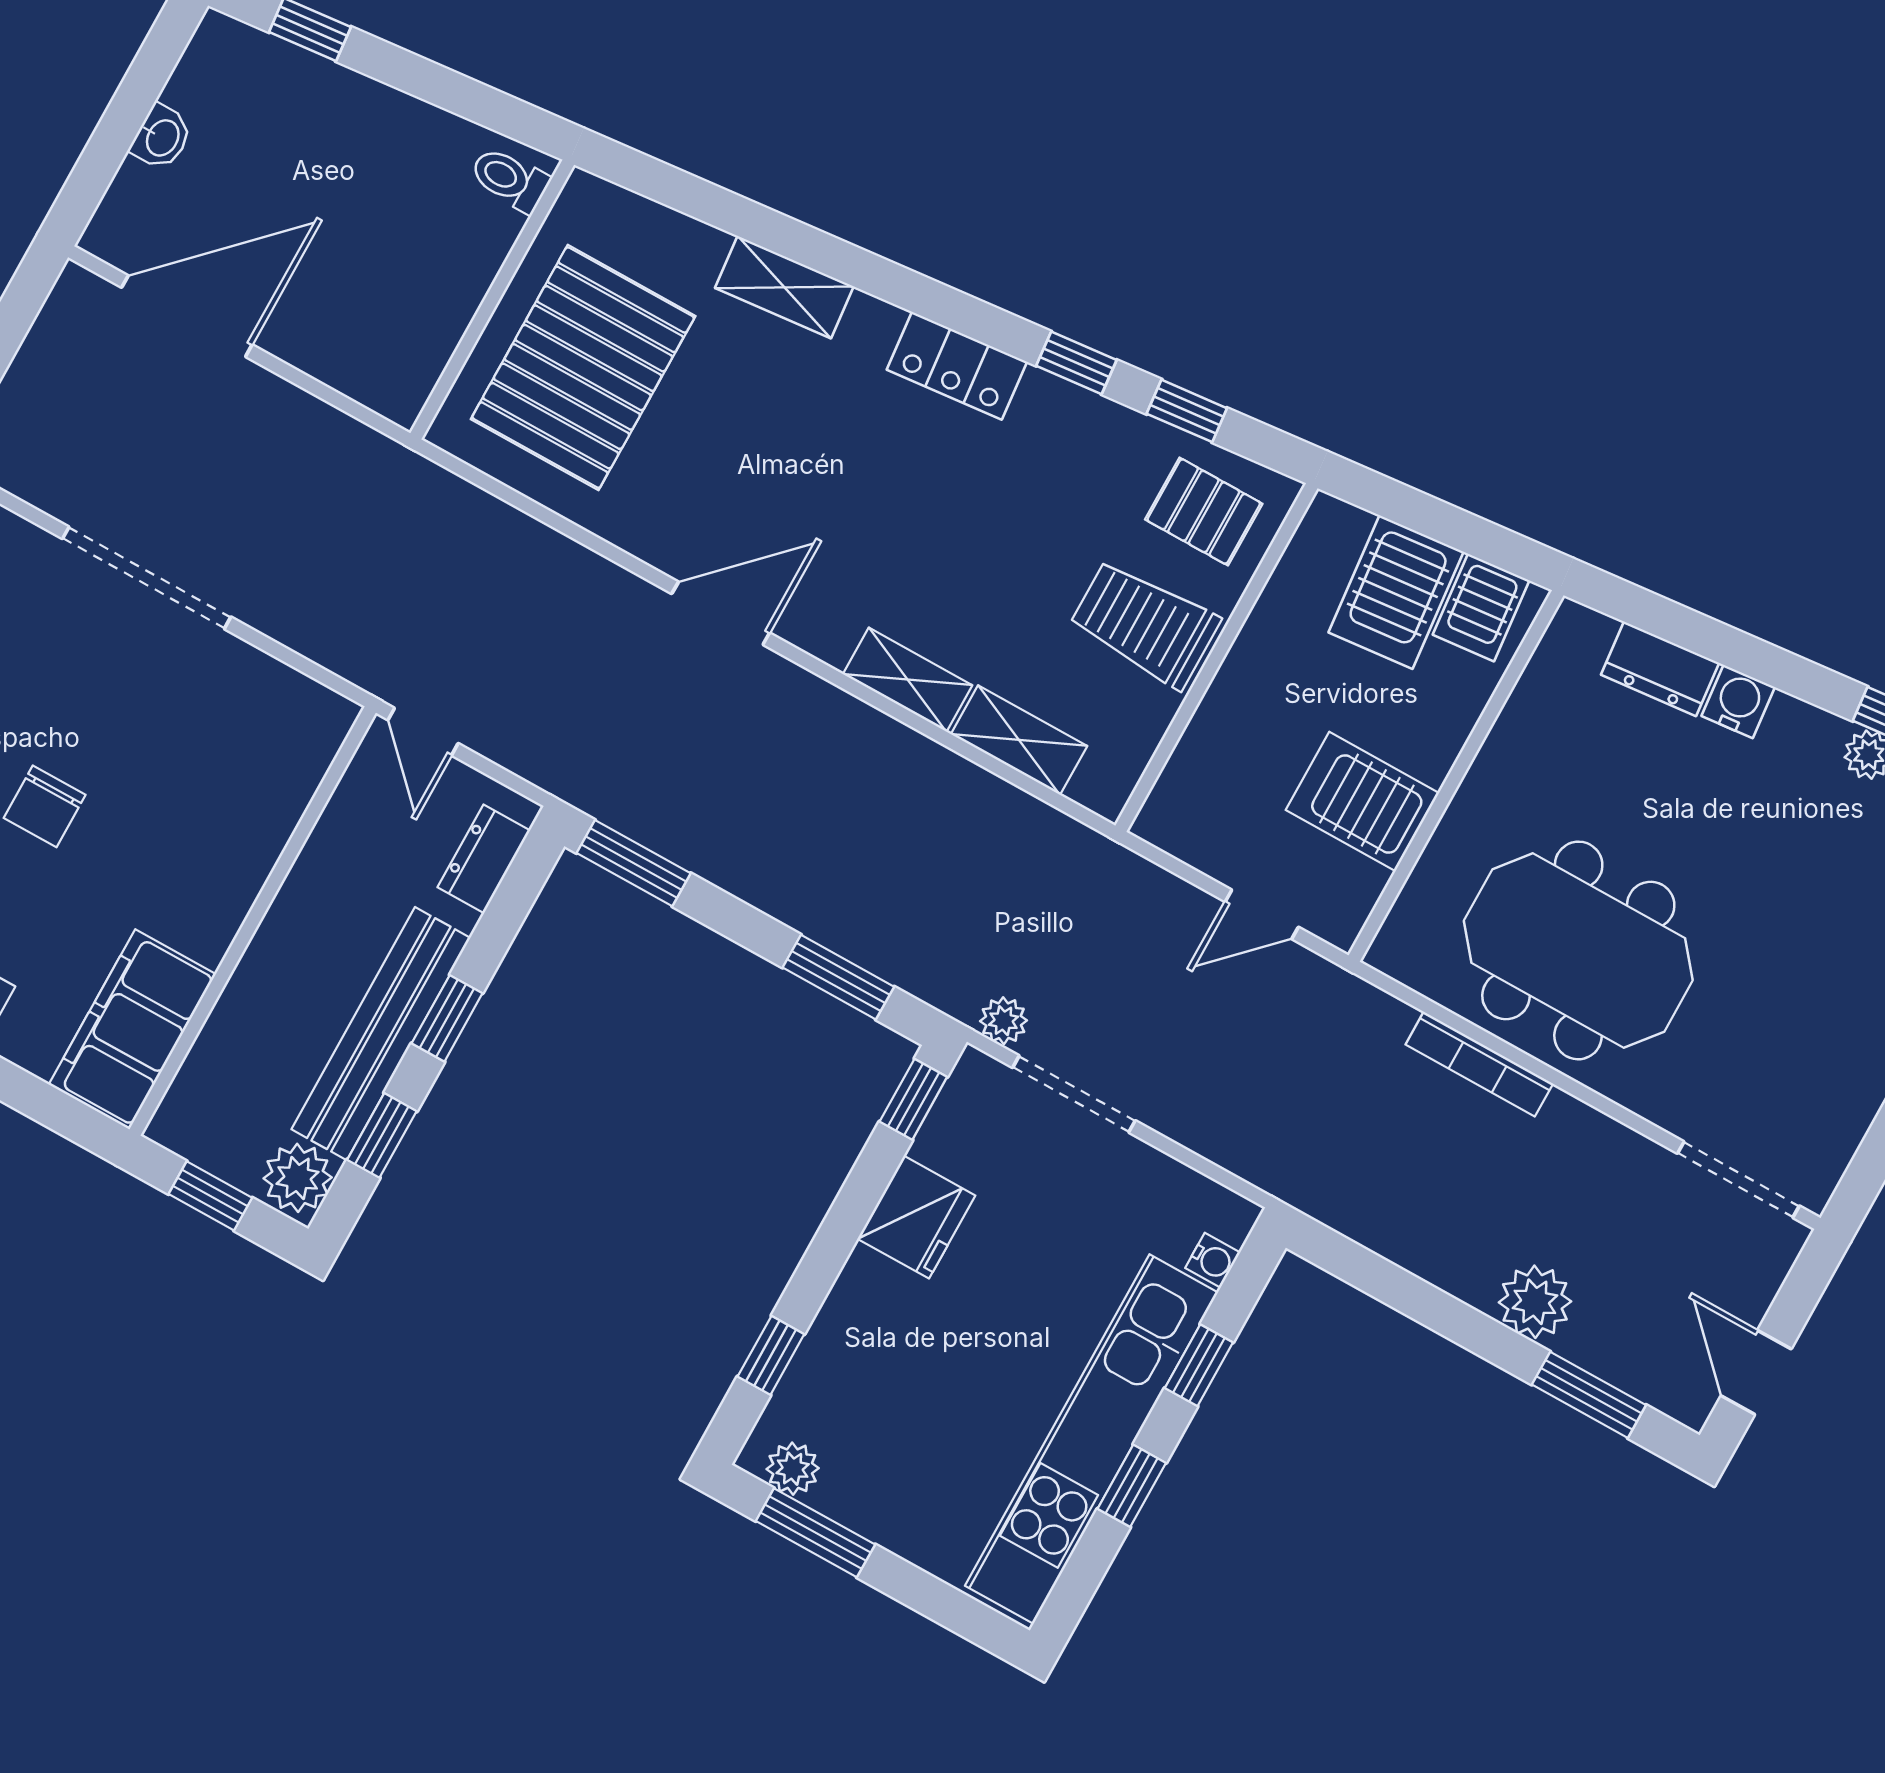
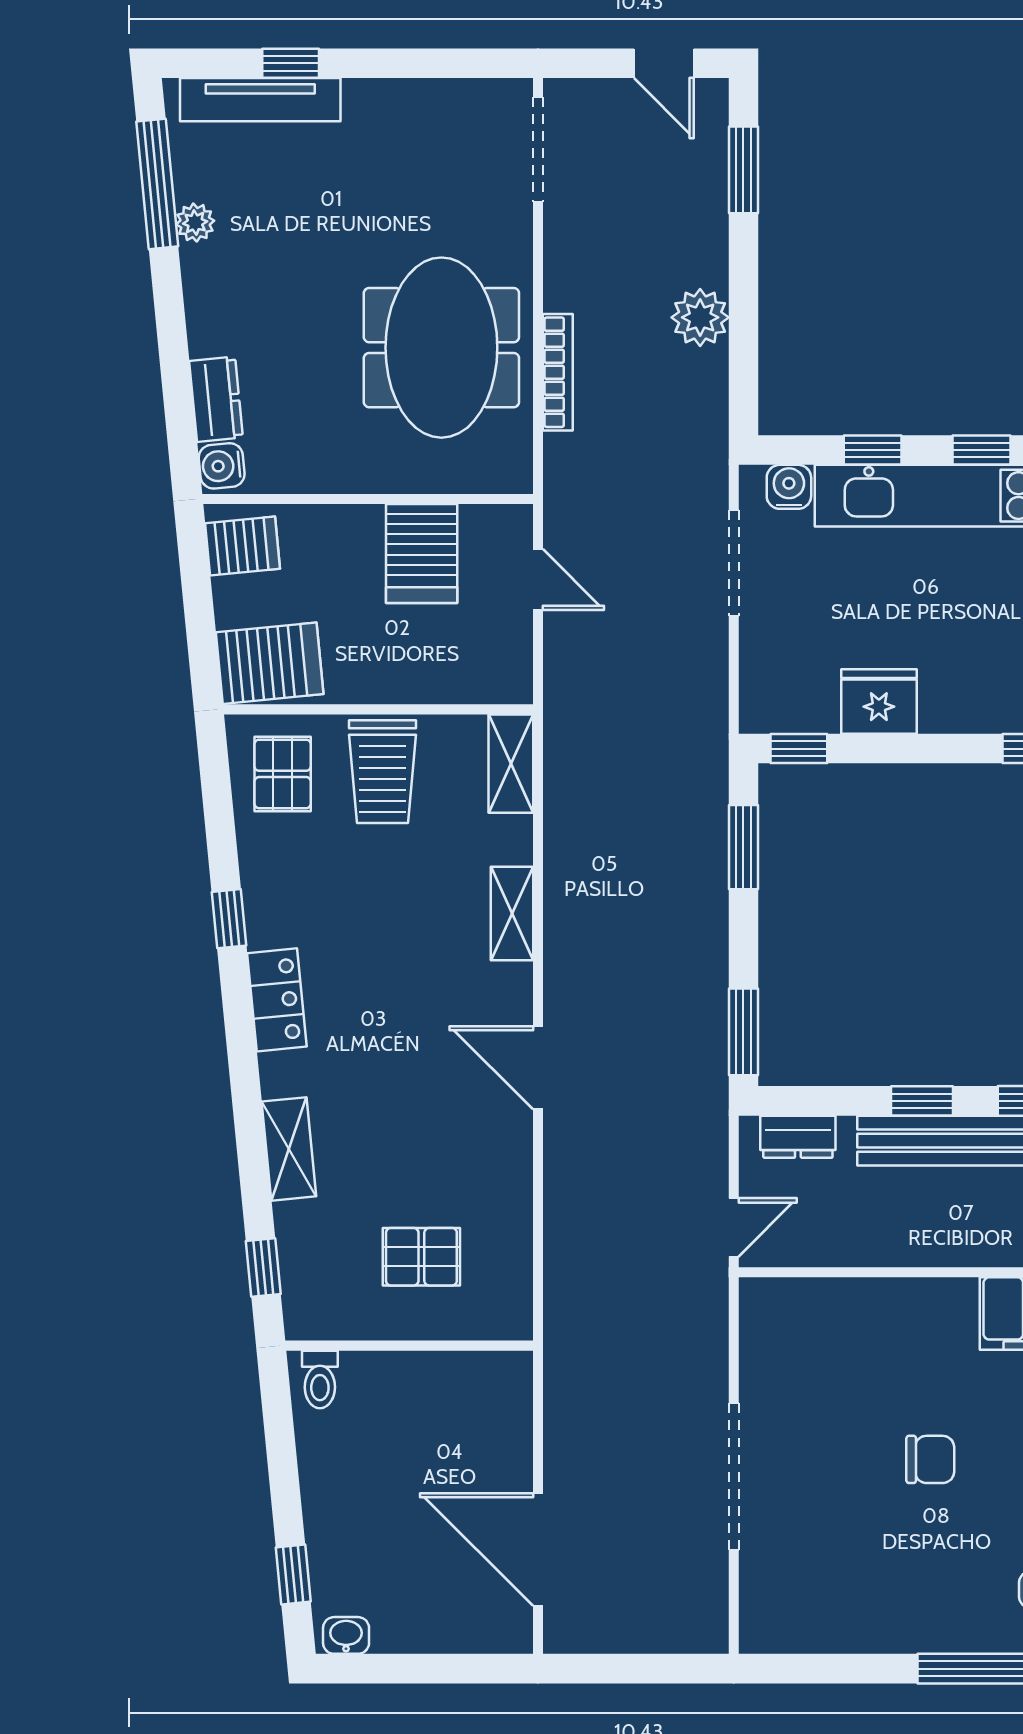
washbasin: (162, 137) -> (346, 1635), moved
pallet: (583, 368) -> (421, 1257), width x0.49, depth x0.50
window: (1187, 411) -> (263, 1267), moved
server rack: (1396, 592) -> (270, 663), moved
water cooler: (1738, 702) -> (222, 466), moved
shelving: (1019, 740) -> (511, 764), moved
plant: (1004, 1021) -> (710, 717), removed
doorway: (1074, 1094) -> (734, 563), moved
water cooler: (1213, 1260) -> (789, 487), width x1.38, depth x1.38
plant: (1535, 1302) -> (700, 317), moved
door: (1756, 1372) -> (664, 63), hinge flipped

